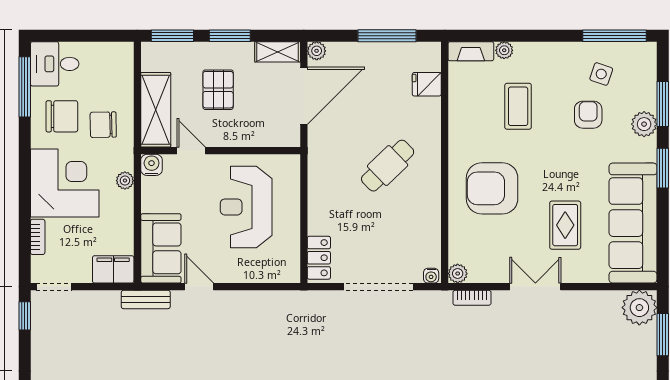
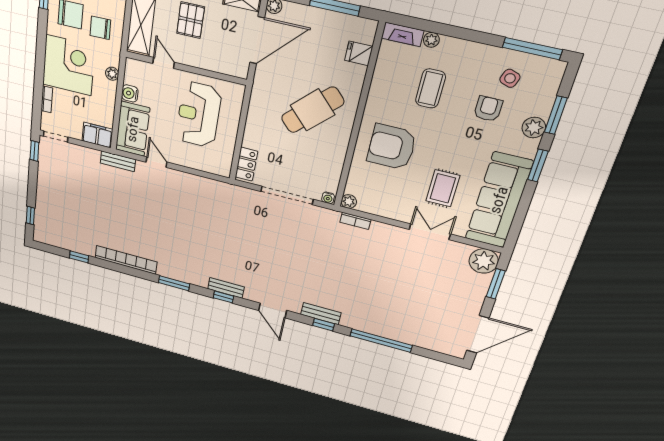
water cooler: (152, 165) -> (130, 93), moved, turned -90
cafe table: (388, 166) -> (313, 110), width x1.37, depth x1.35
double door: (535, 287) -> (430, 232), moved

